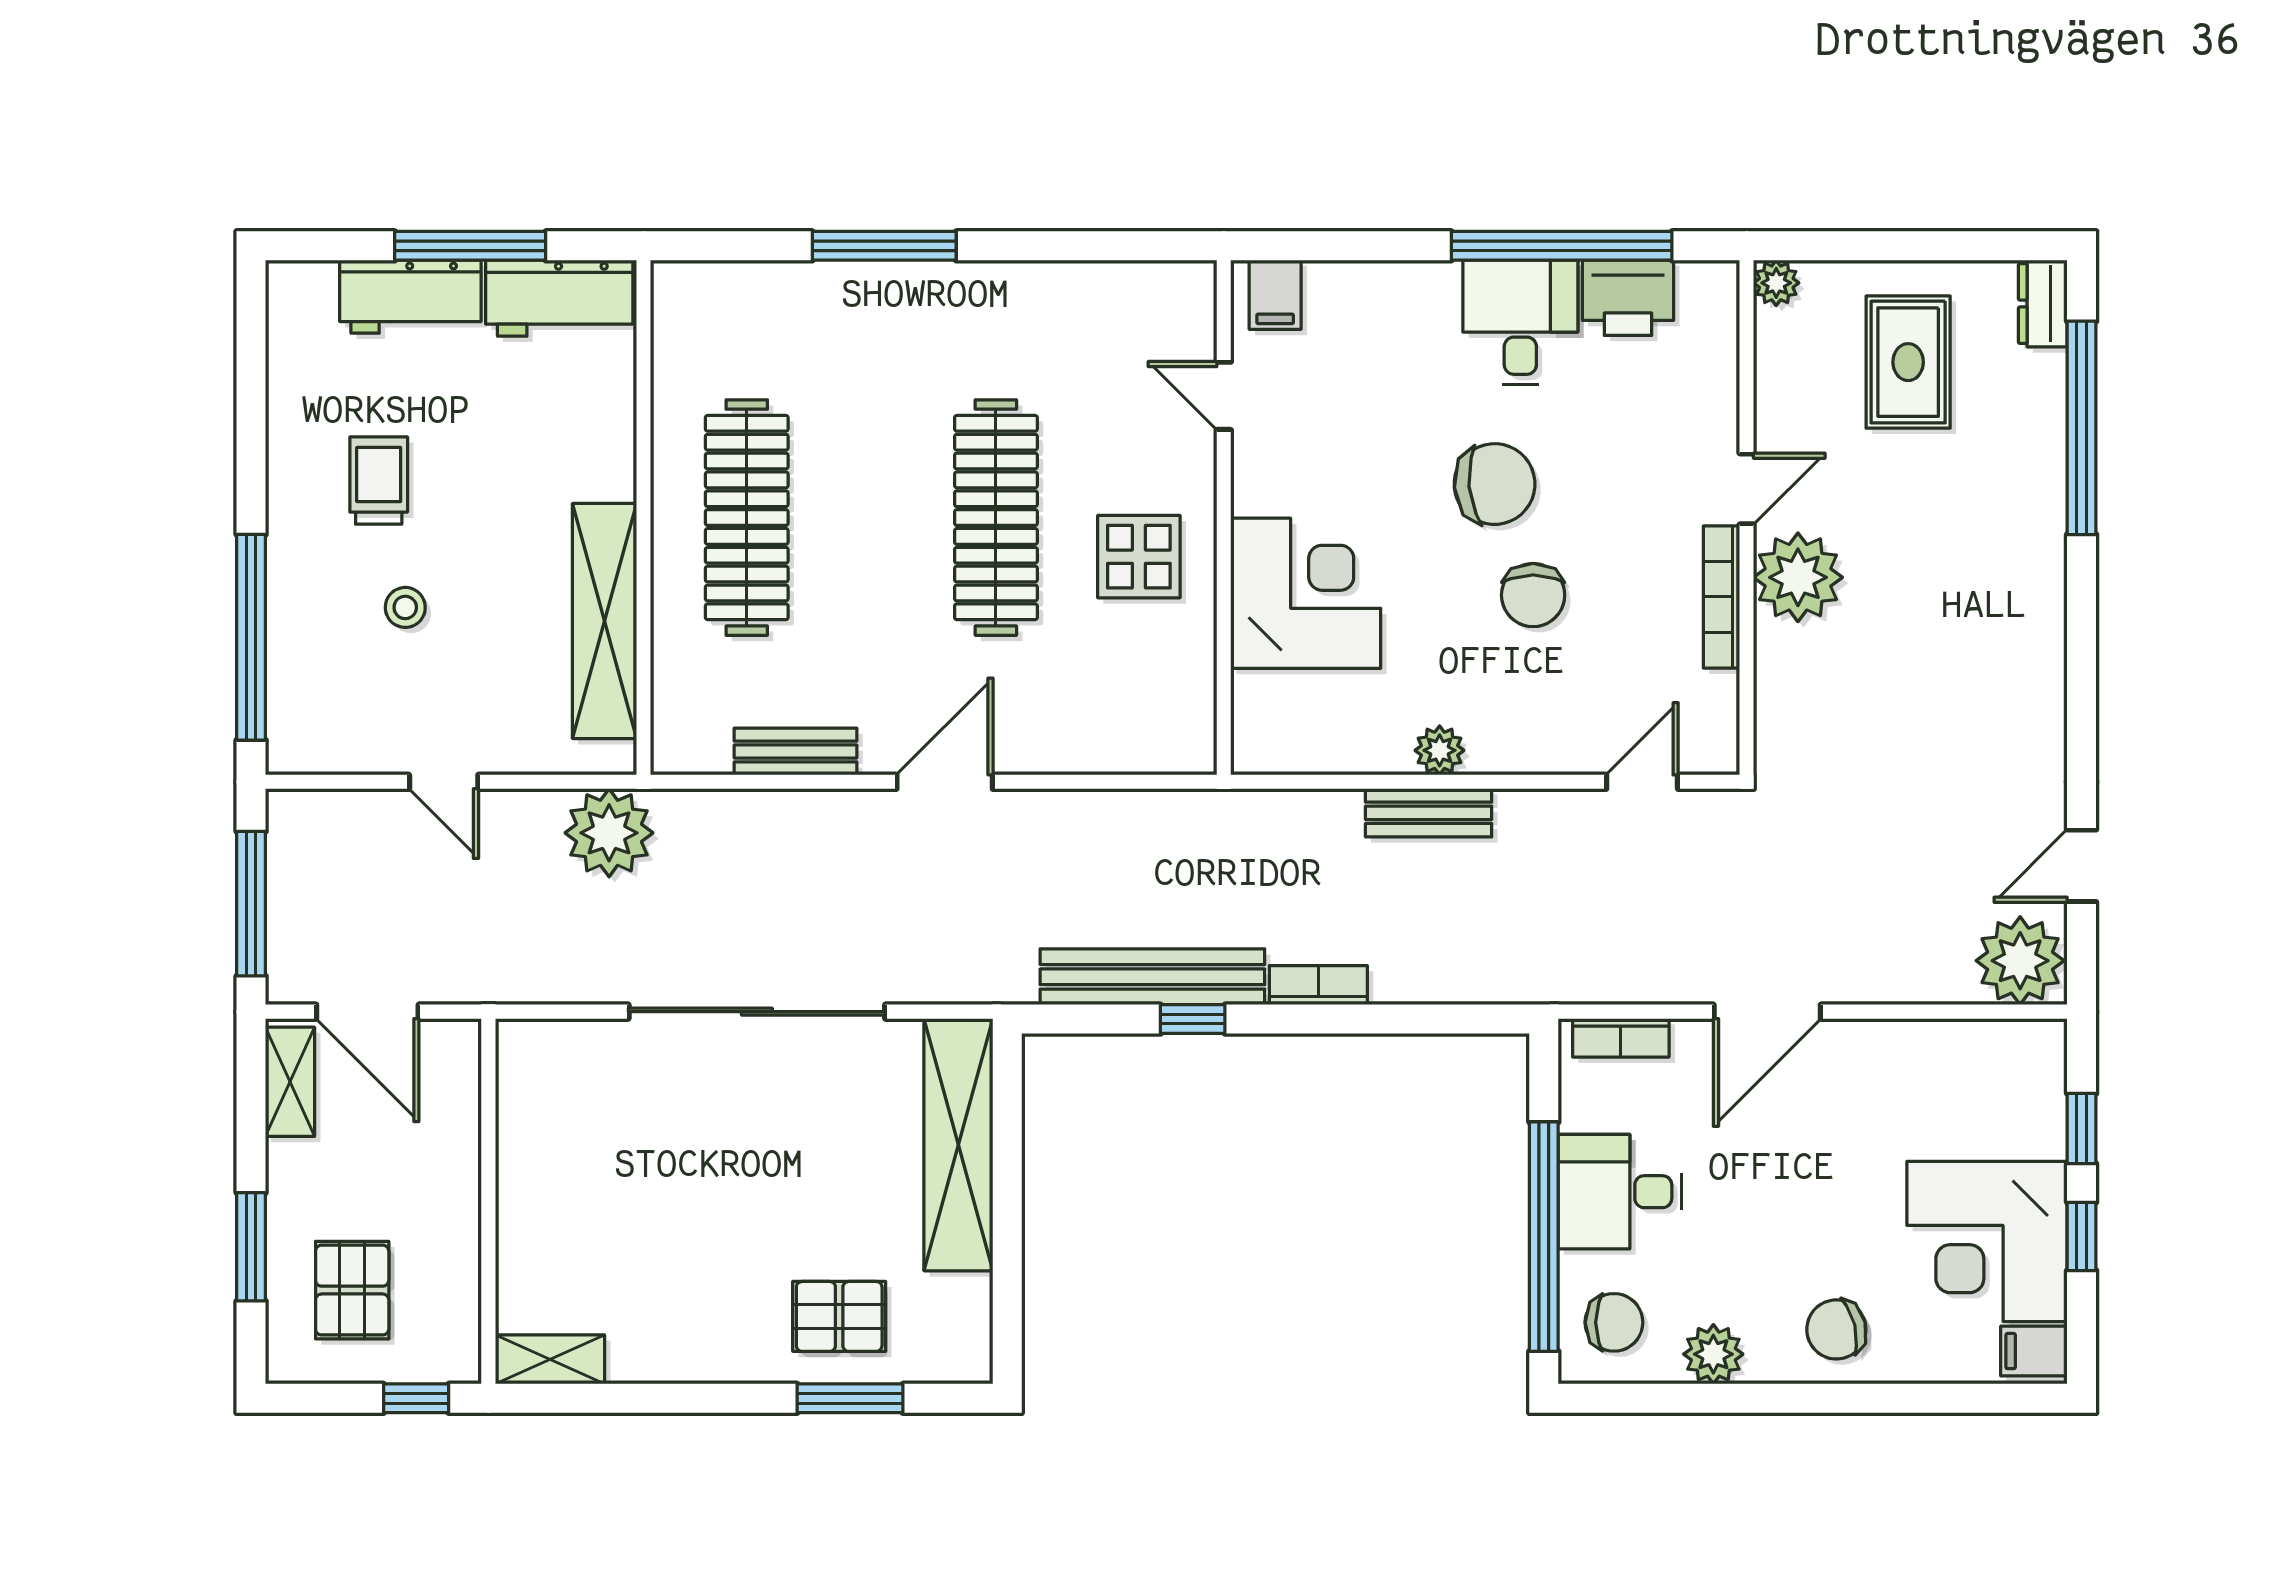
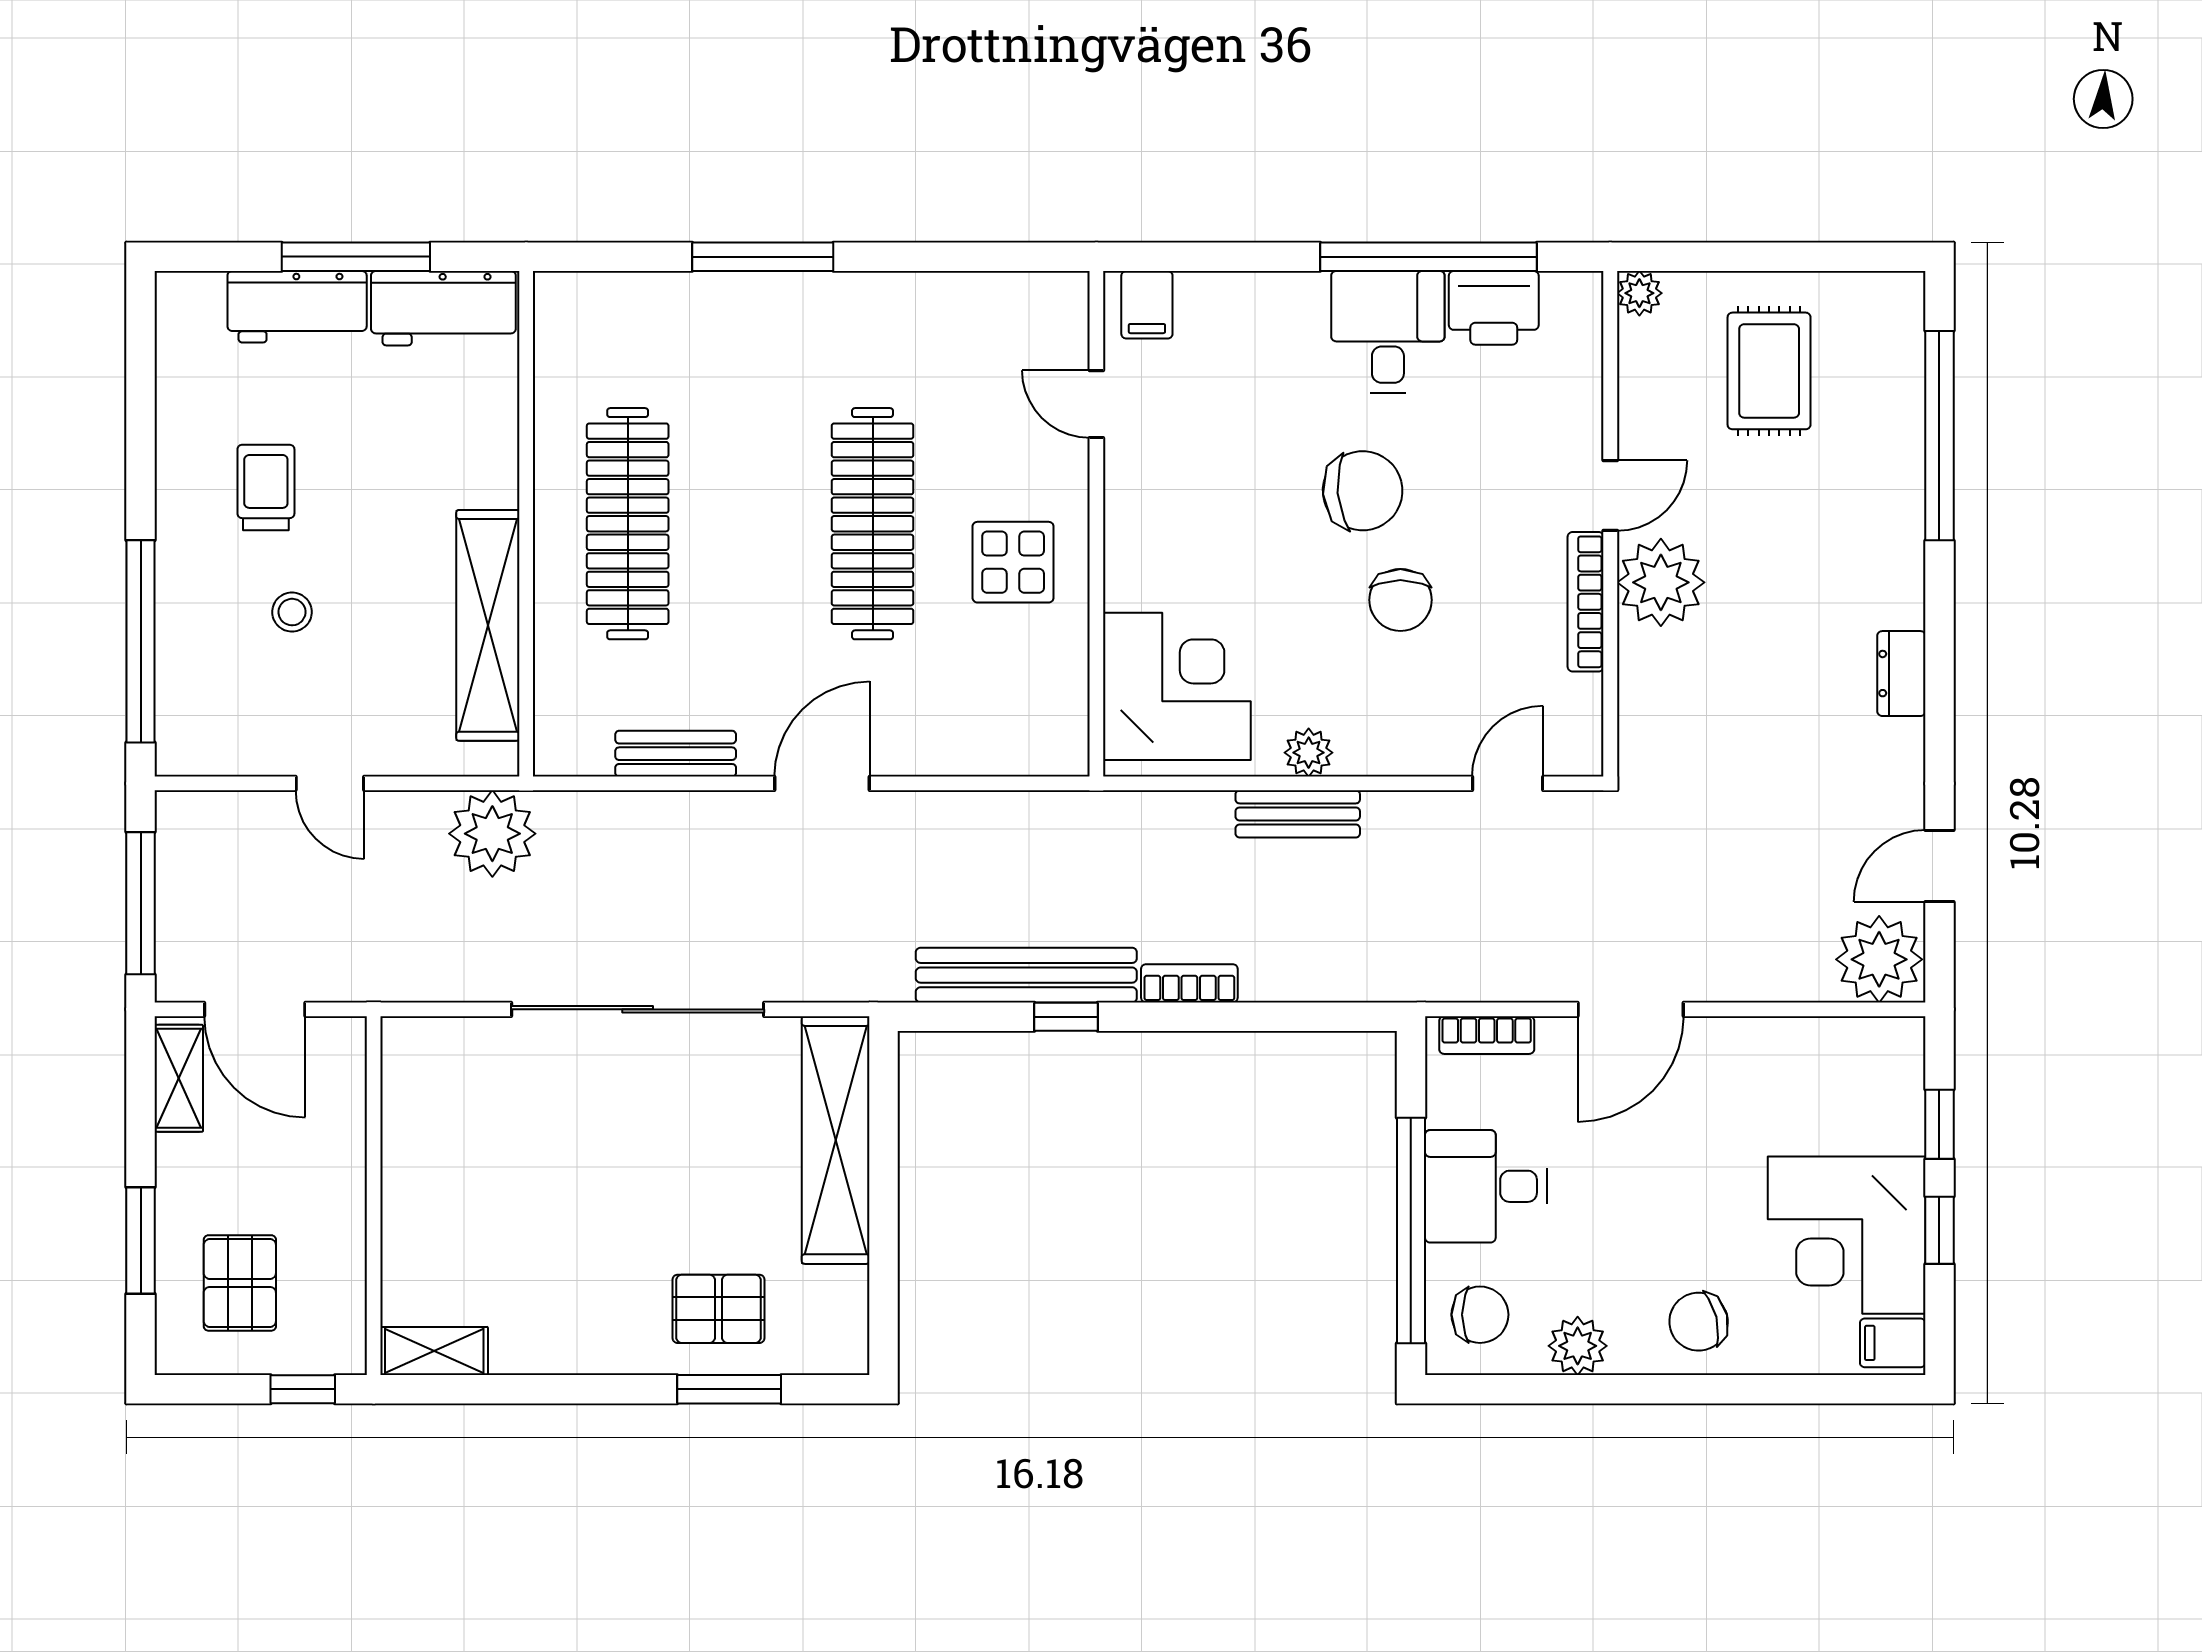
dresser: (2043, 304) -> (1901, 674), moved
corner desk: (1306, 593) -> (1177, 686), moved

